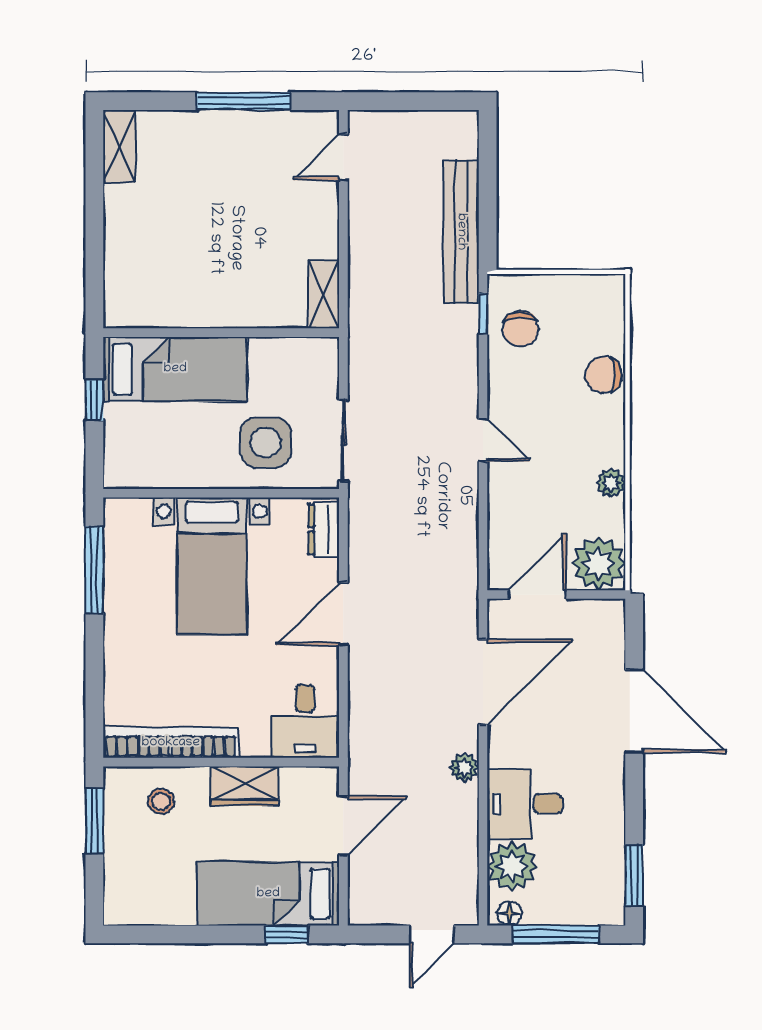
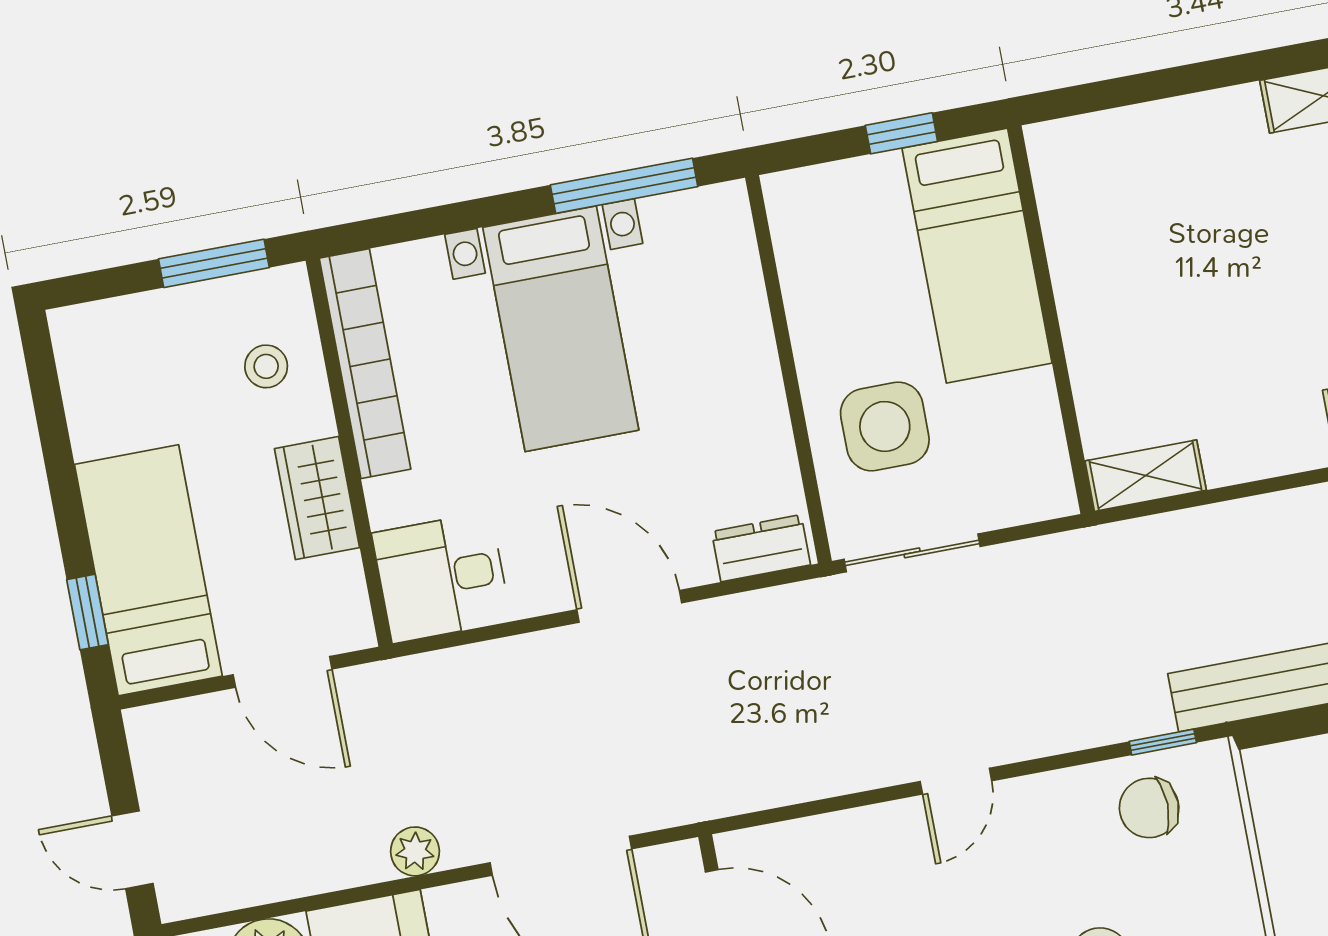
bed with nightstands: (212, 566) -> (561, 329), moved, turned -90

